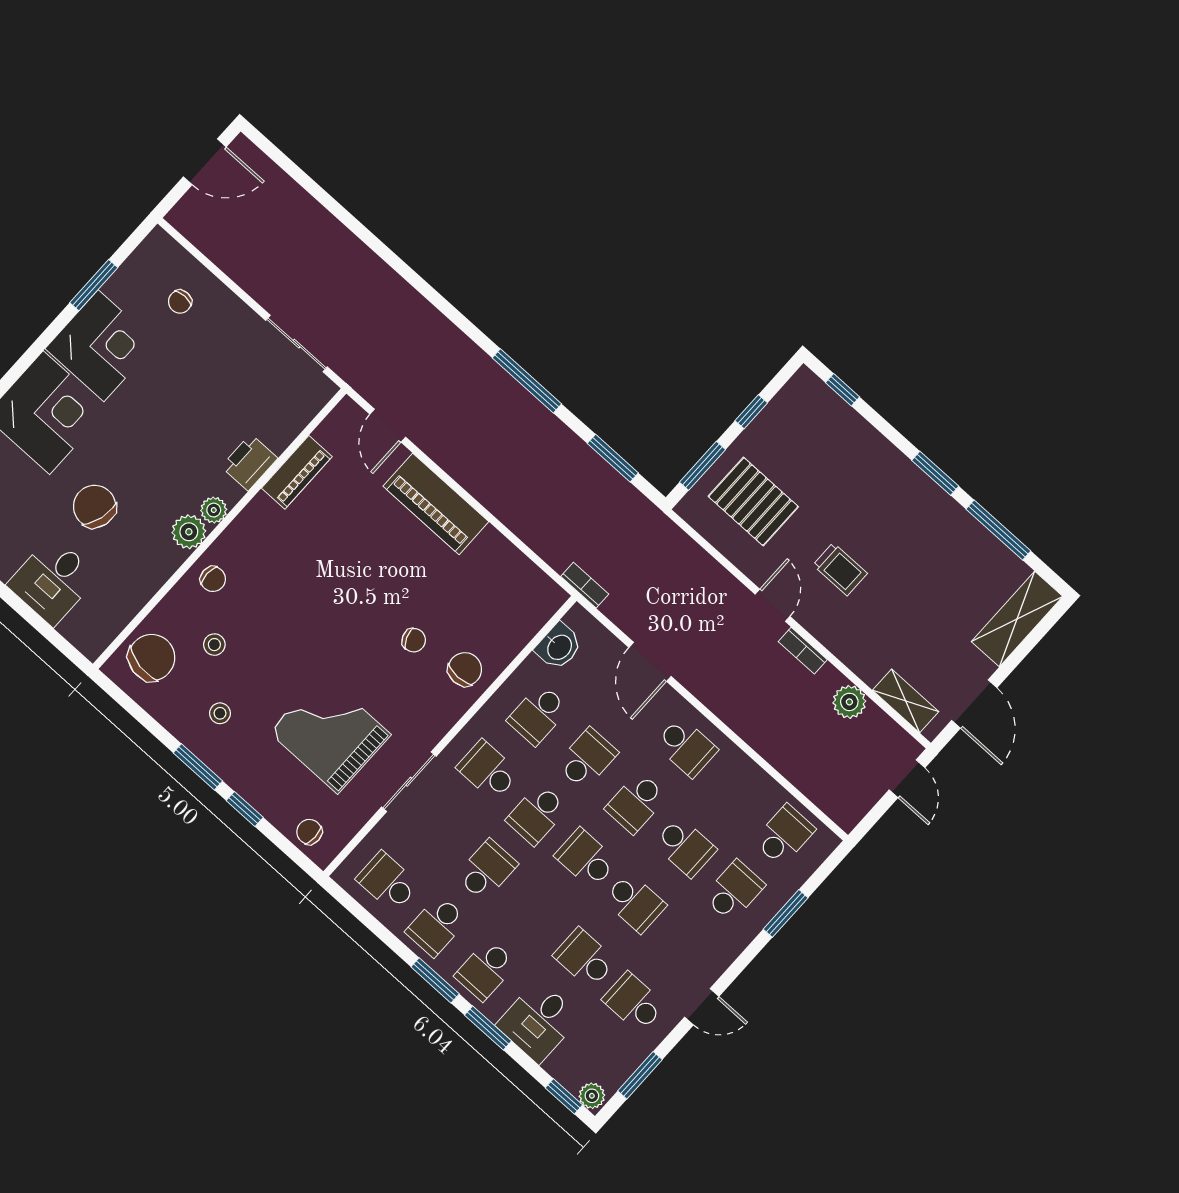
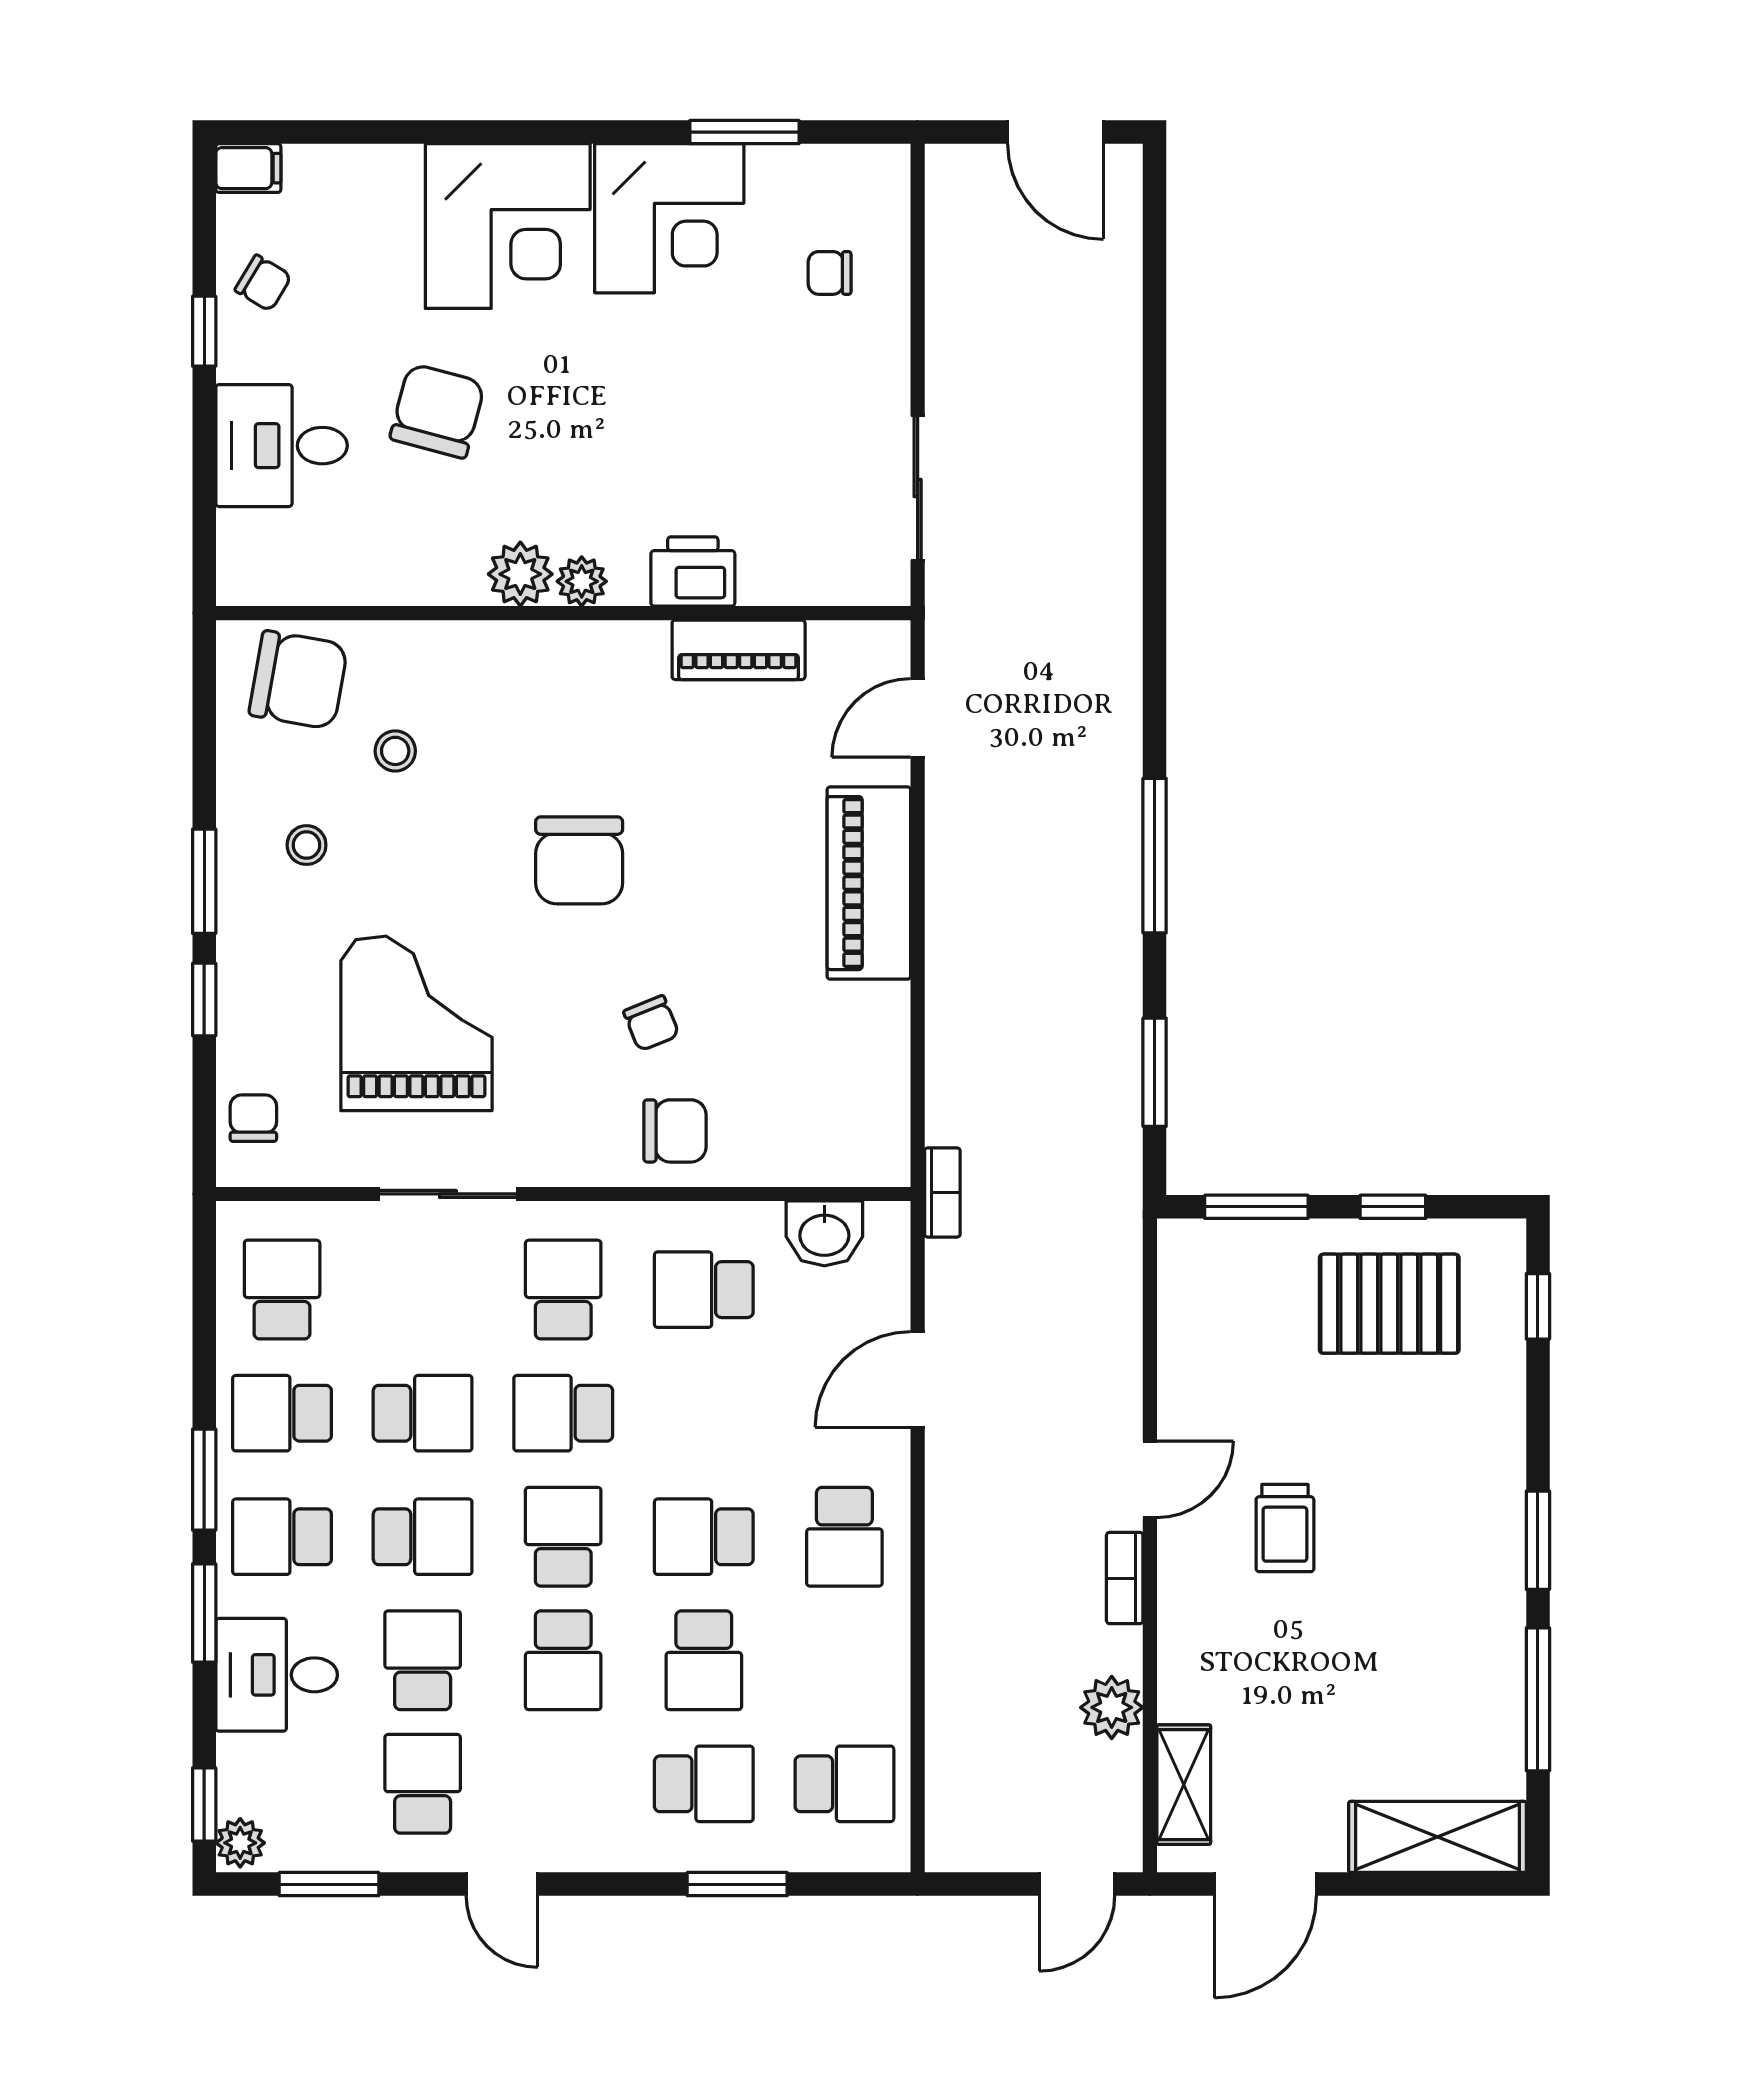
pallet: (753, 502) -> (1389, 1304), moved, turned 90
chair: (213, 579) -> (579, 860), moved, width x1.87, depth x1.87
school desk: (587, 759) -> (423, 1537), moved

